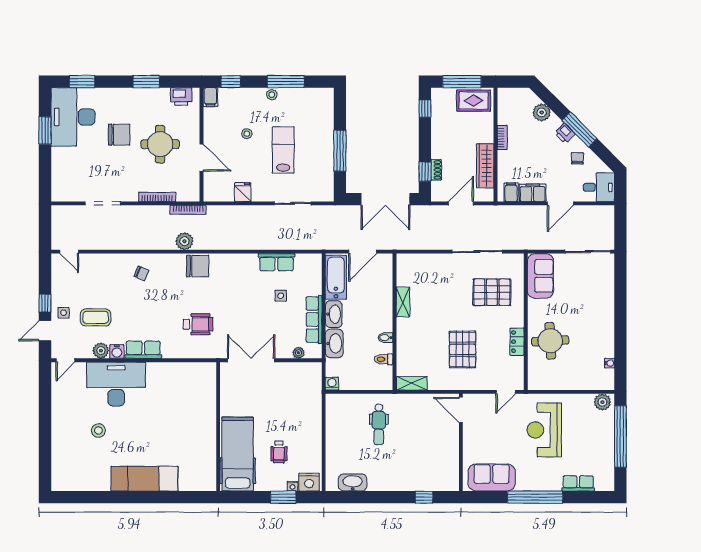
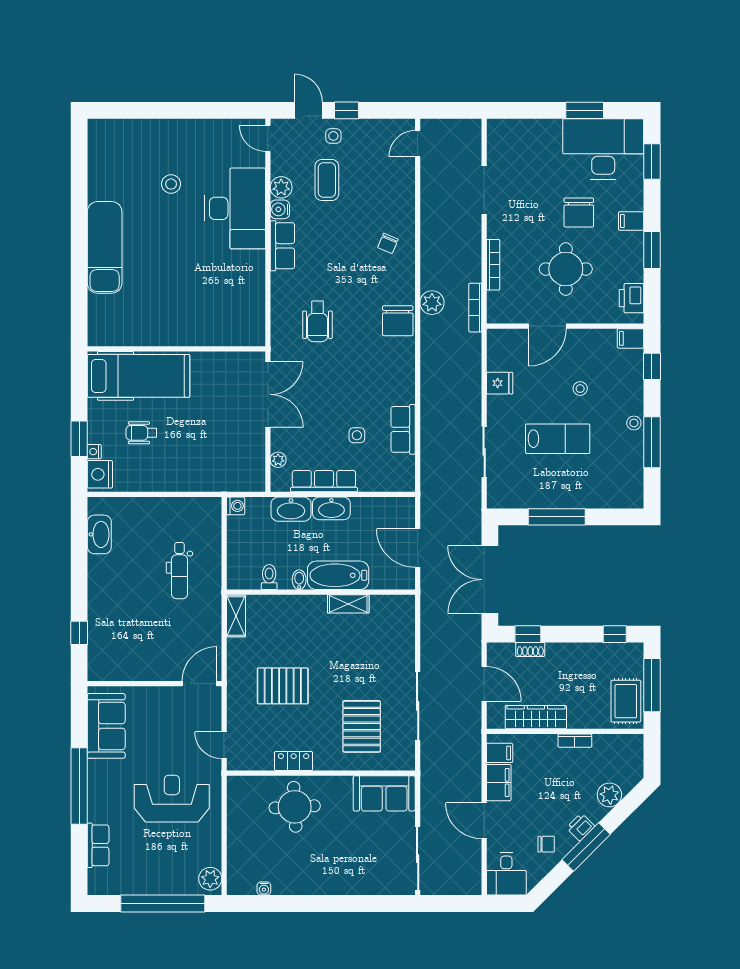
filing cabinet: (125, 97) -> (631, 221), added
bathtub: (336, 277) -> (338, 575), moved, turned 180
dental chair: (379, 424) -> (180, 571), turned -90

